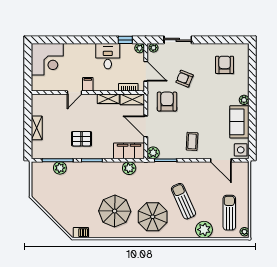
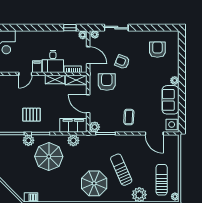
desk: (108, 56) -> (53, 61), moved, turned 180
plant: (60, 168) -> (28, 140), moved
parasol: (115, 211) -> (49, 157), moved

